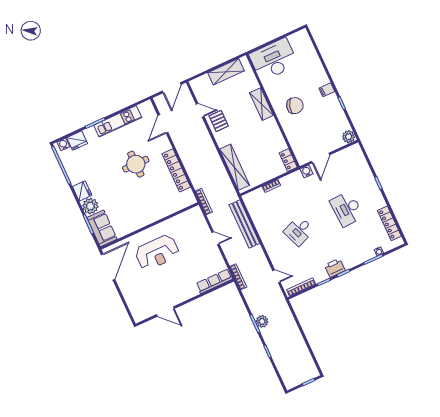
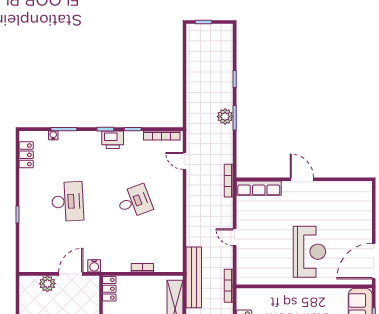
plant: (349, 137) -> (47, 284), moved
locker: (389, 223) -> (26, 155), width x0.66
bench: (244, 224) -> (194, 277), moved
reception desk: (157, 252) -> (309, 252), turned 90
door: (165, 311) -> (302, 179), moved

